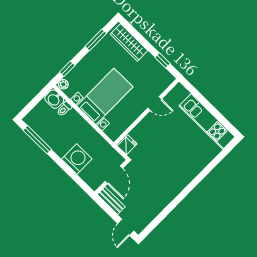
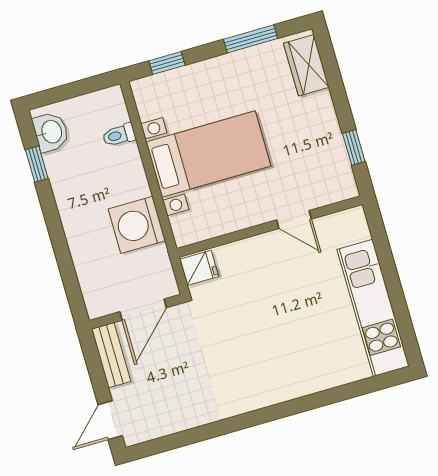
wardrobe: (129, 42) -> (306, 65), width x0.67
plant: (63, 84) -> (143, 88), removed
washbasin: (54, 99) -> (51, 132), moved, turned 180
window: (37, 140) -> (37, 164), width x0.46
washing machine: (77, 159) -> (137, 225), moved, turned 180

